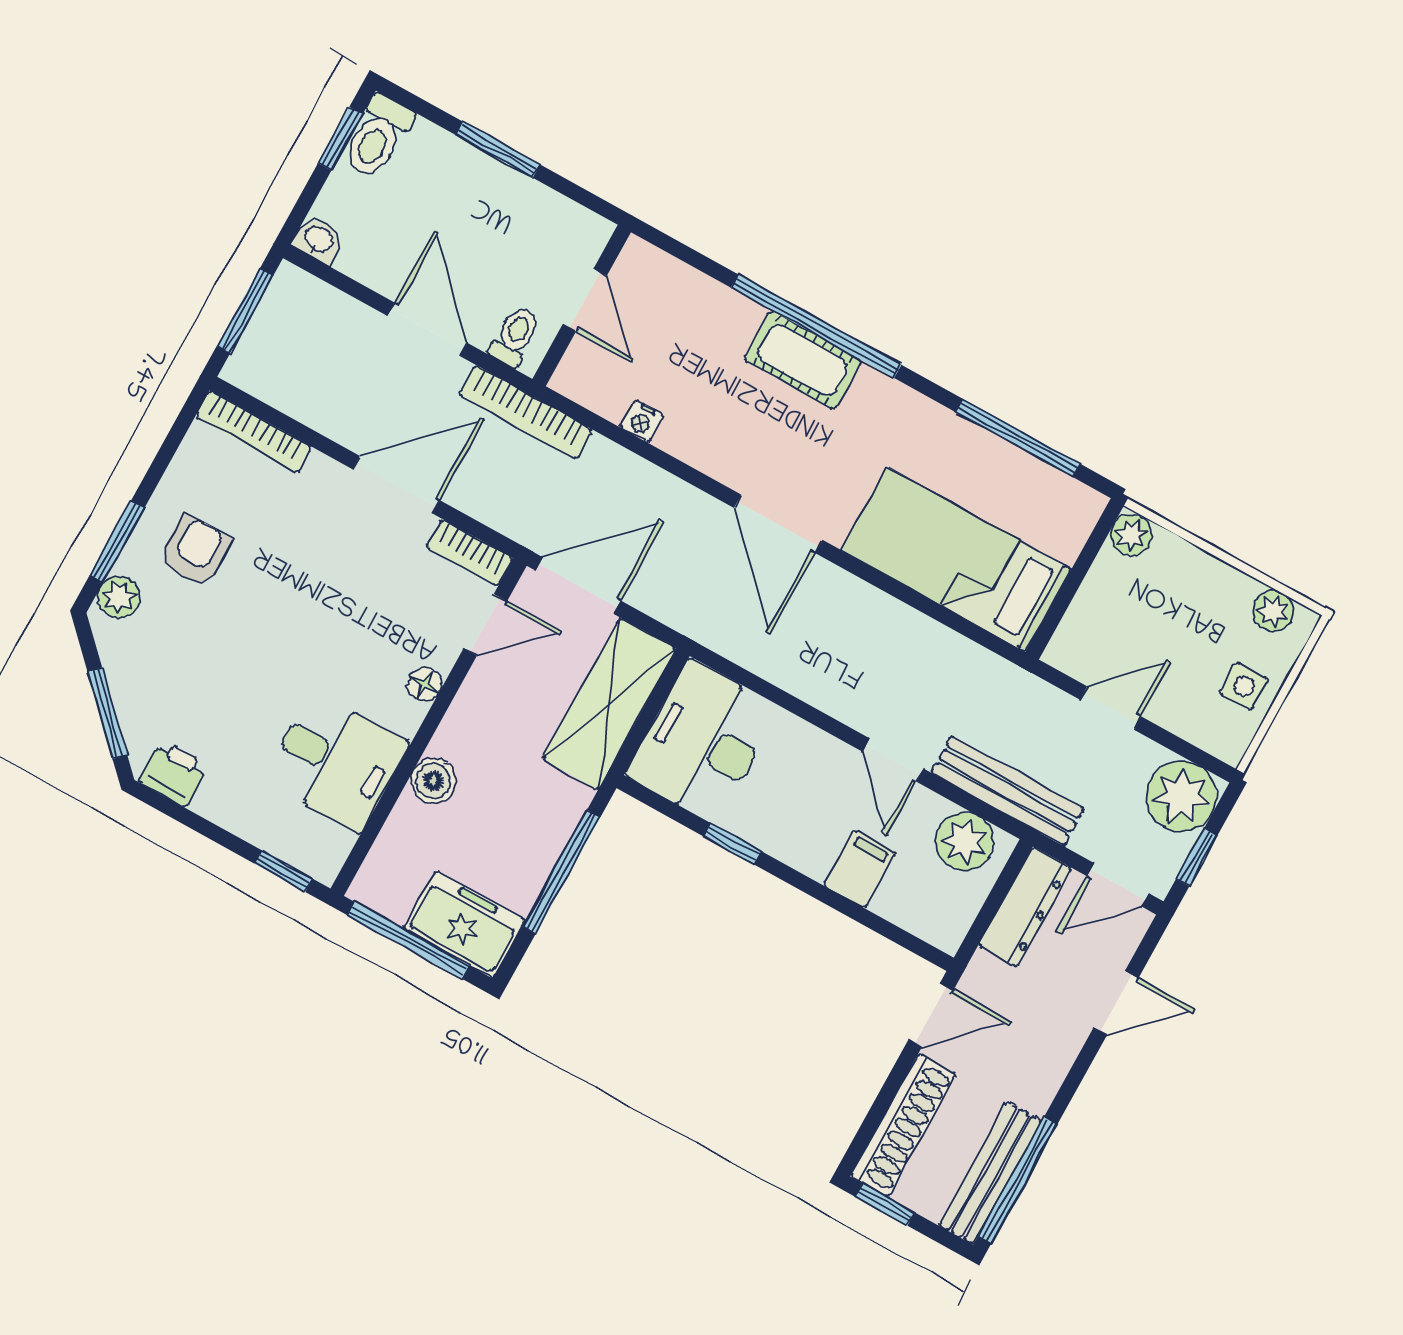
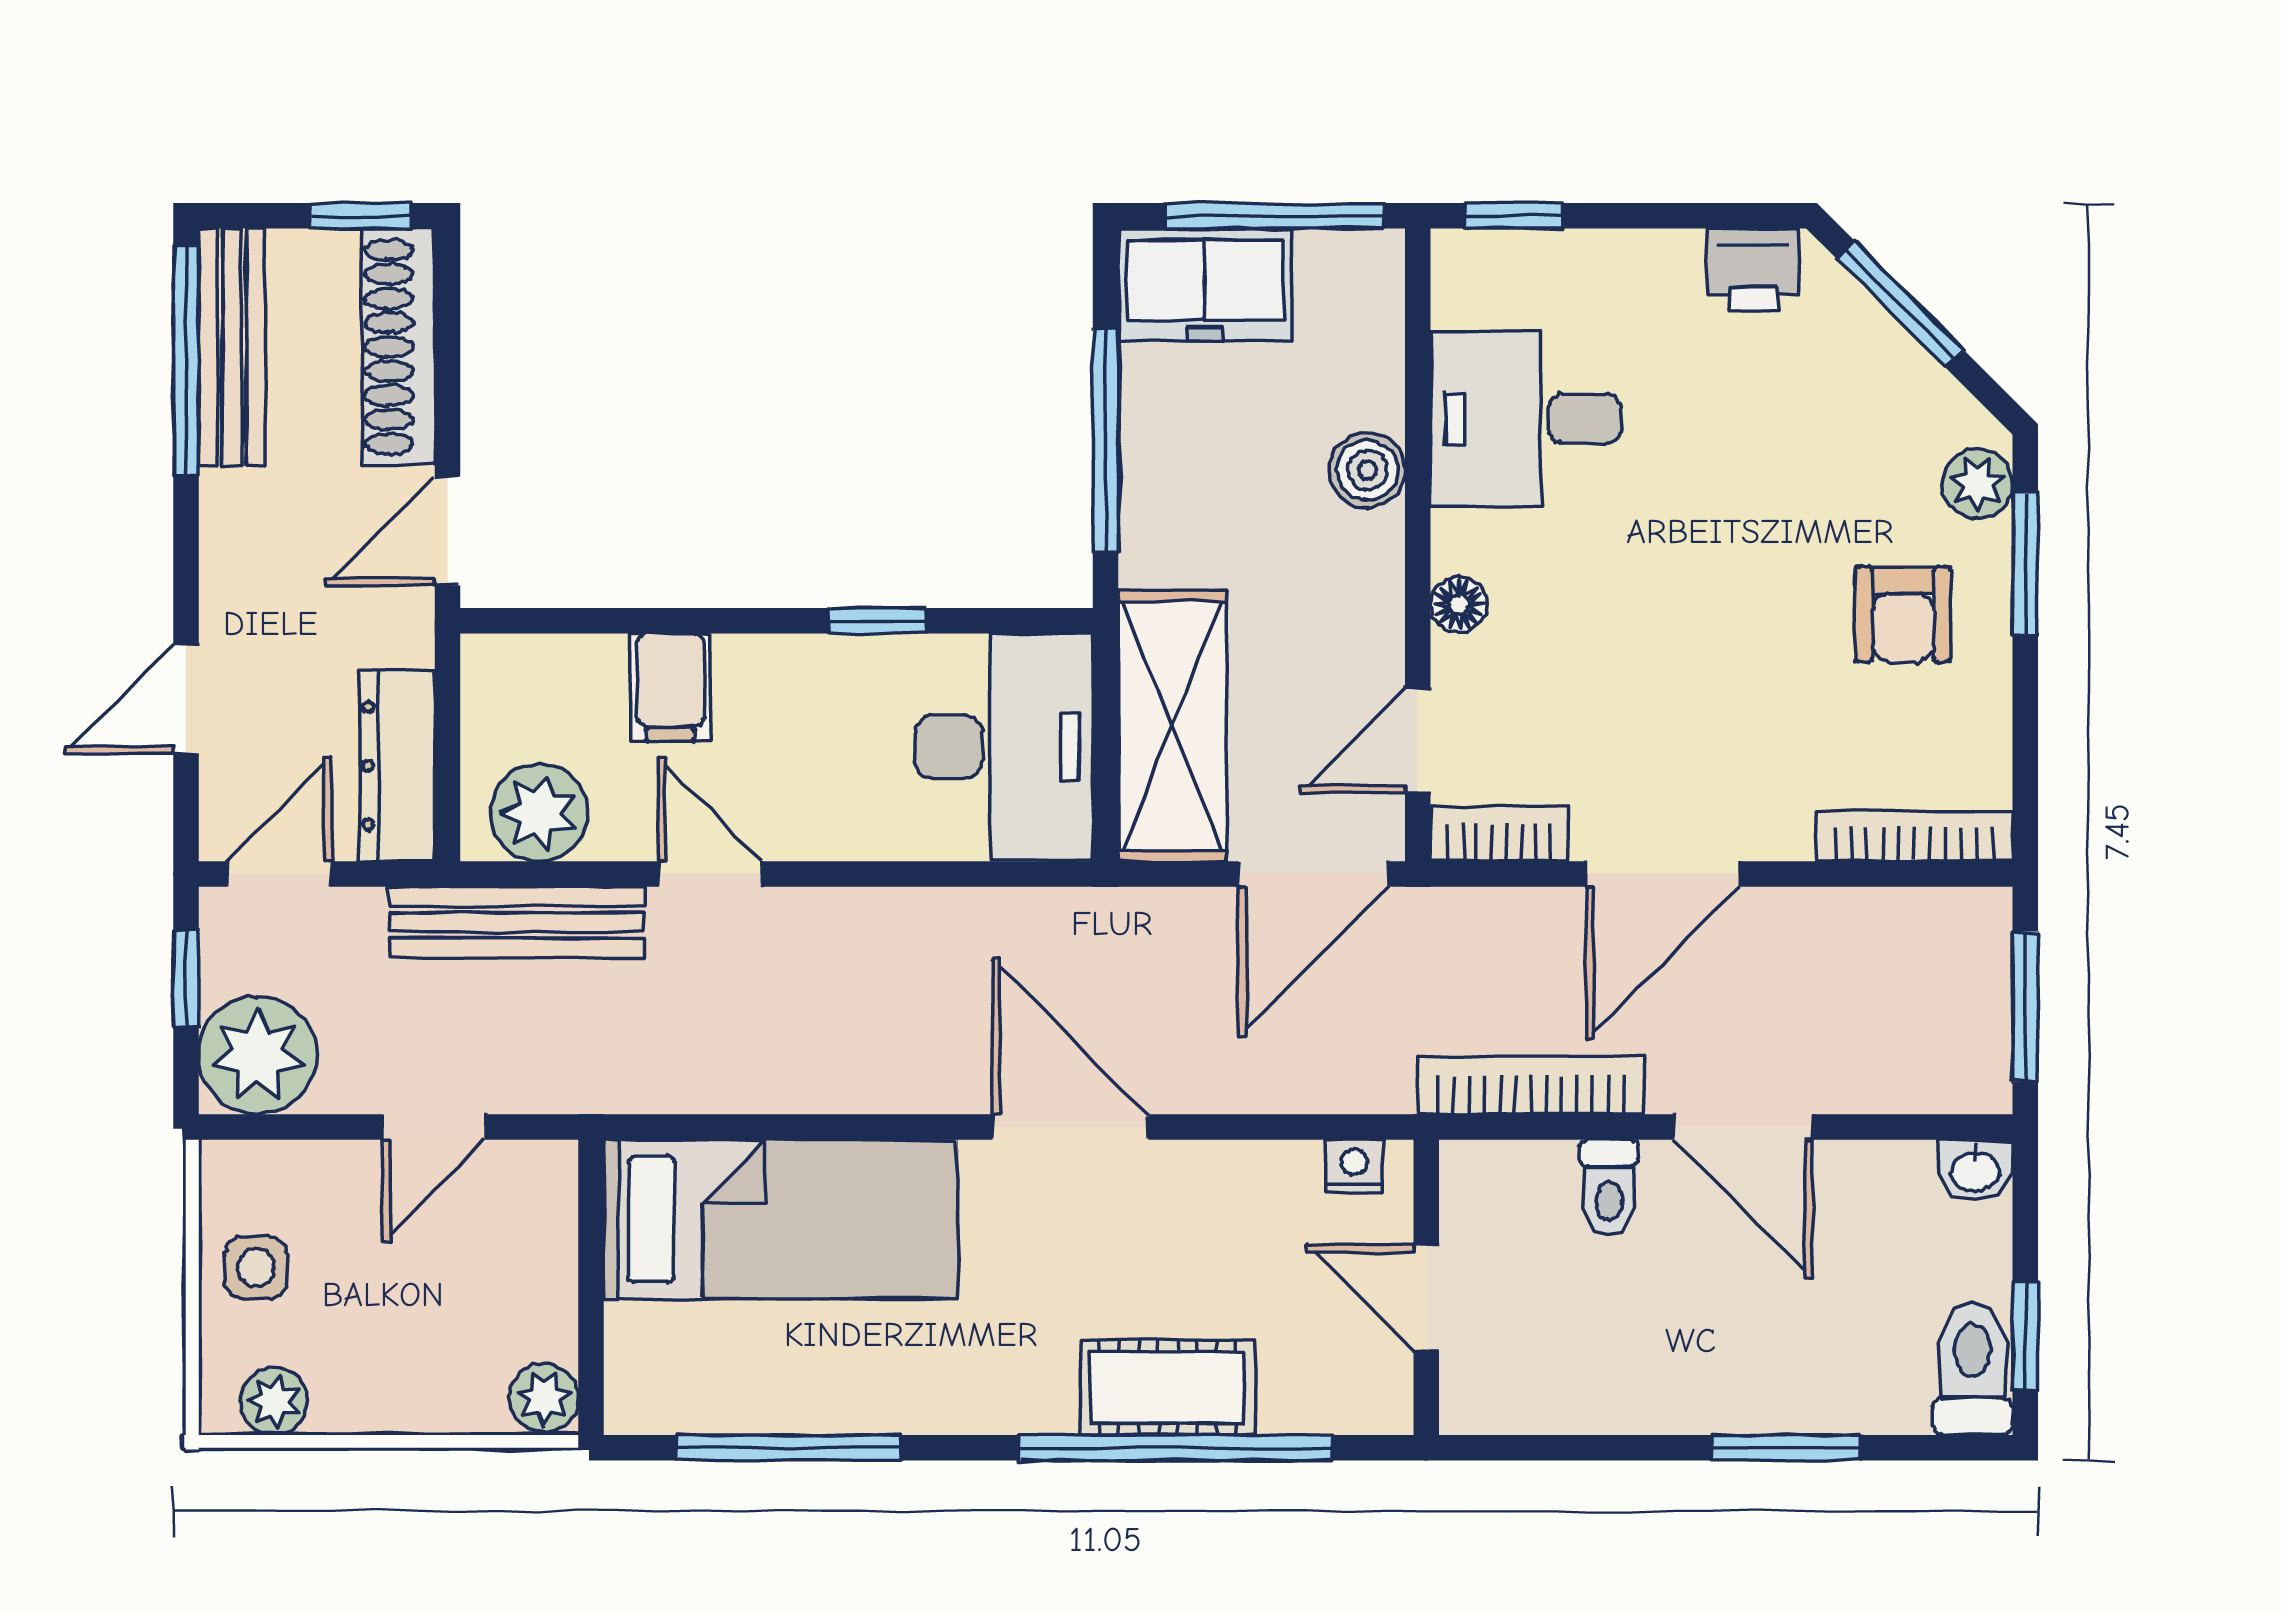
door: (585, 300) -> (1426, 1298), moved
wall: (582, 306) -> (1426, 1287), moved

